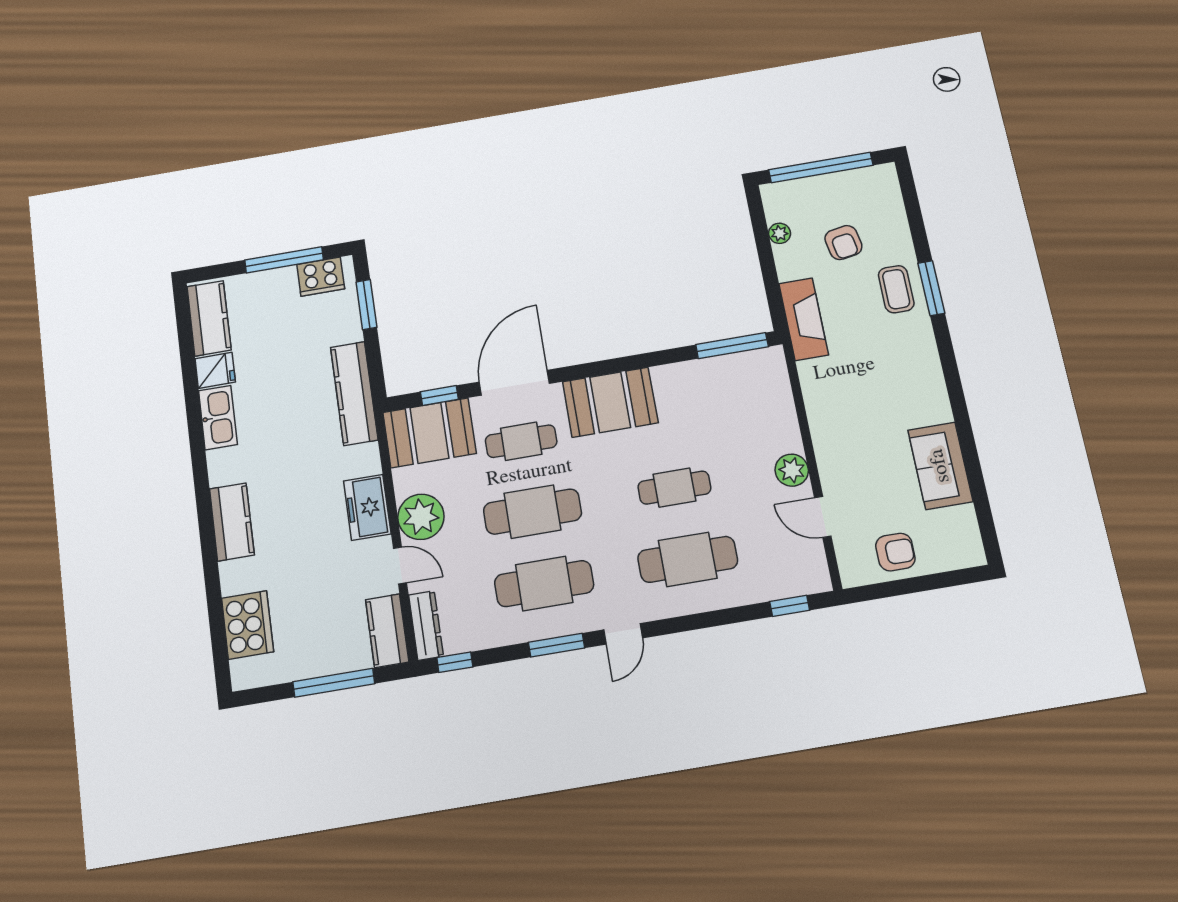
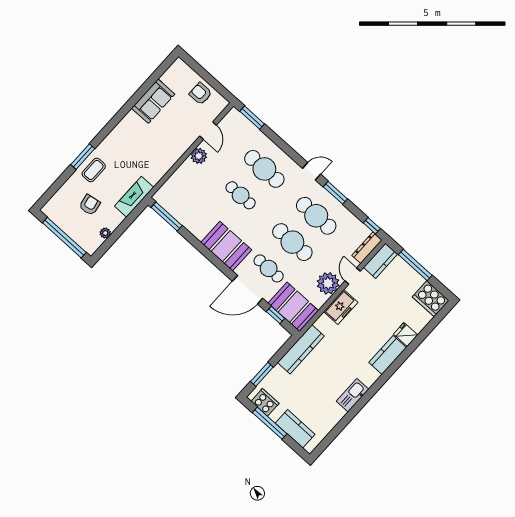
kitchen counter: (209, 318) -> (295, 429), moved, turned 90
fridge: (215, 370) -> (406, 334), moved
window: (790, 606) -> (252, 118), width x1.50
cooker: (247, 625) -> (431, 299), moved, turned -90

